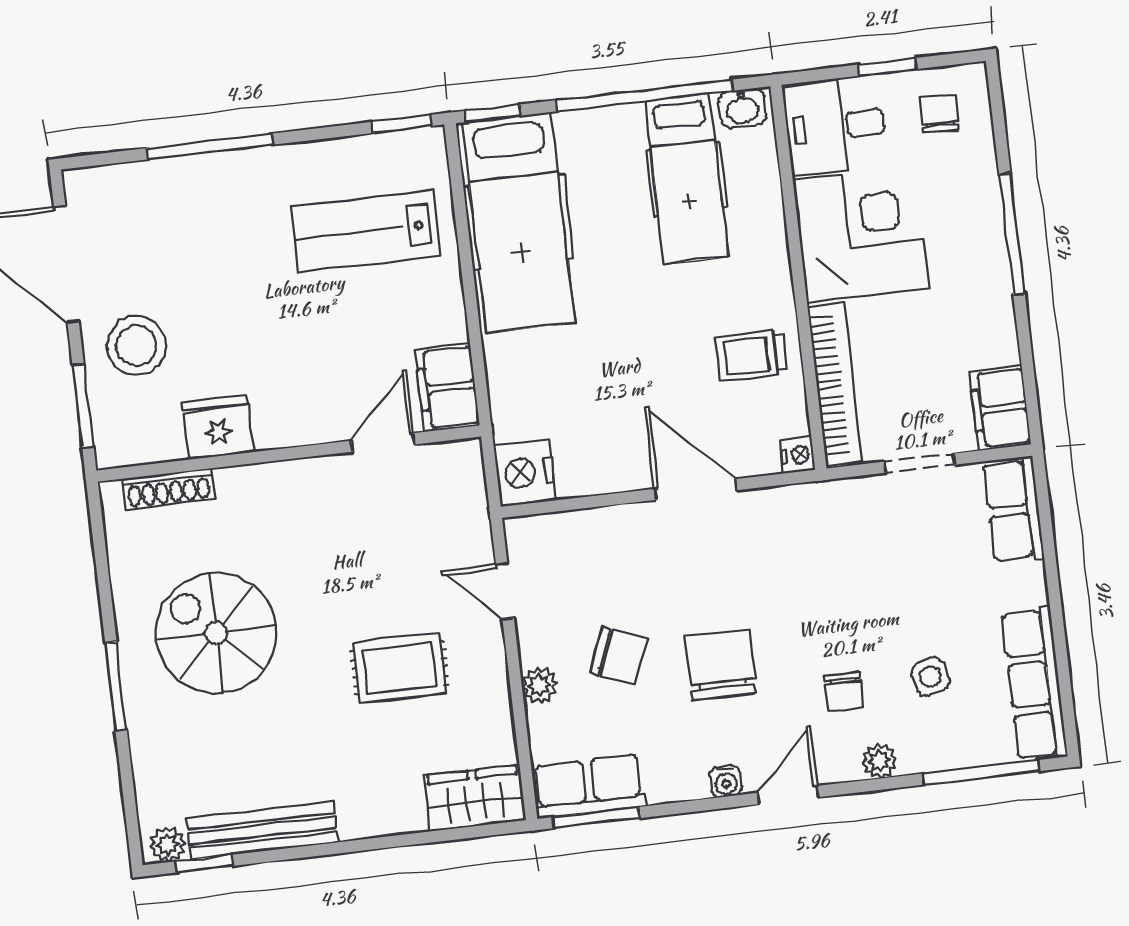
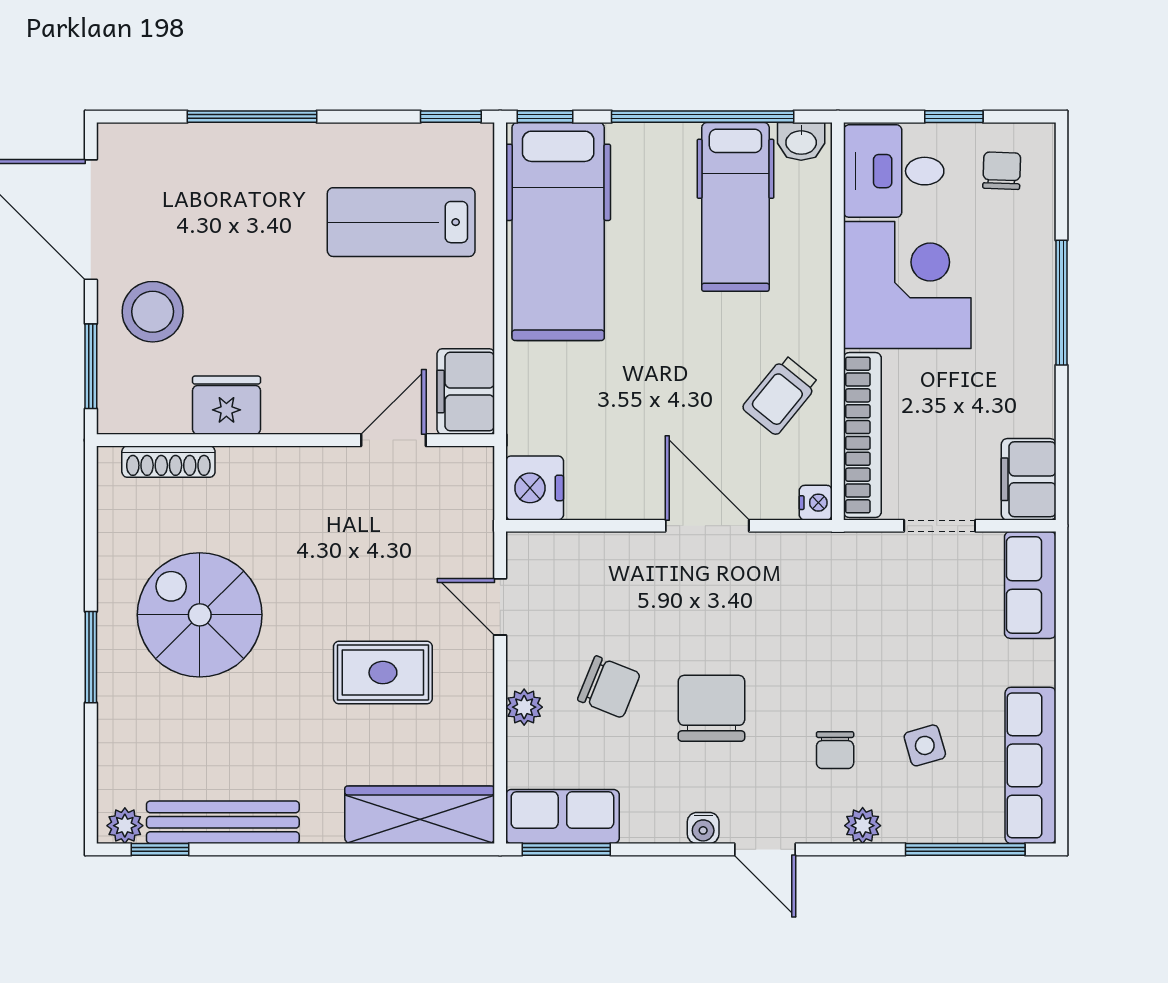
trolley: (751, 355) -> (780, 395), turned -51
door: (788, 795) -> (765, 849), swing flipped
wardrobe: (475, 798) -> (420, 815), width x1.50

